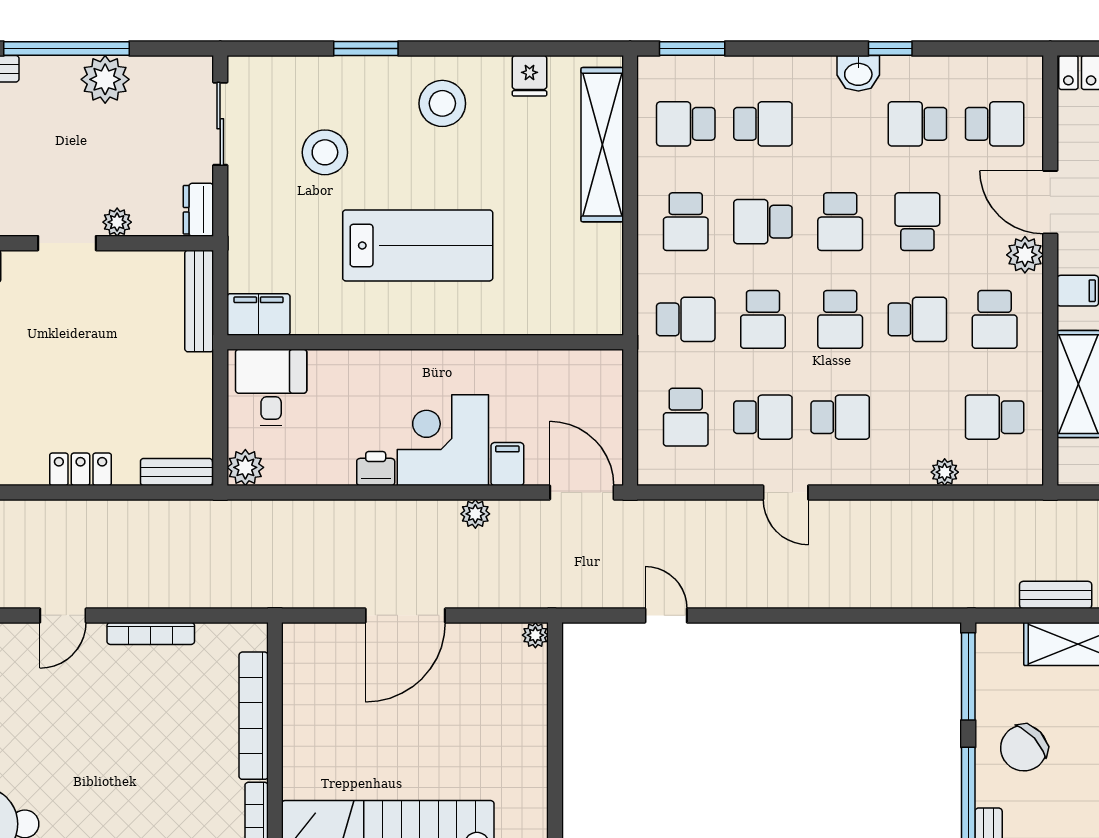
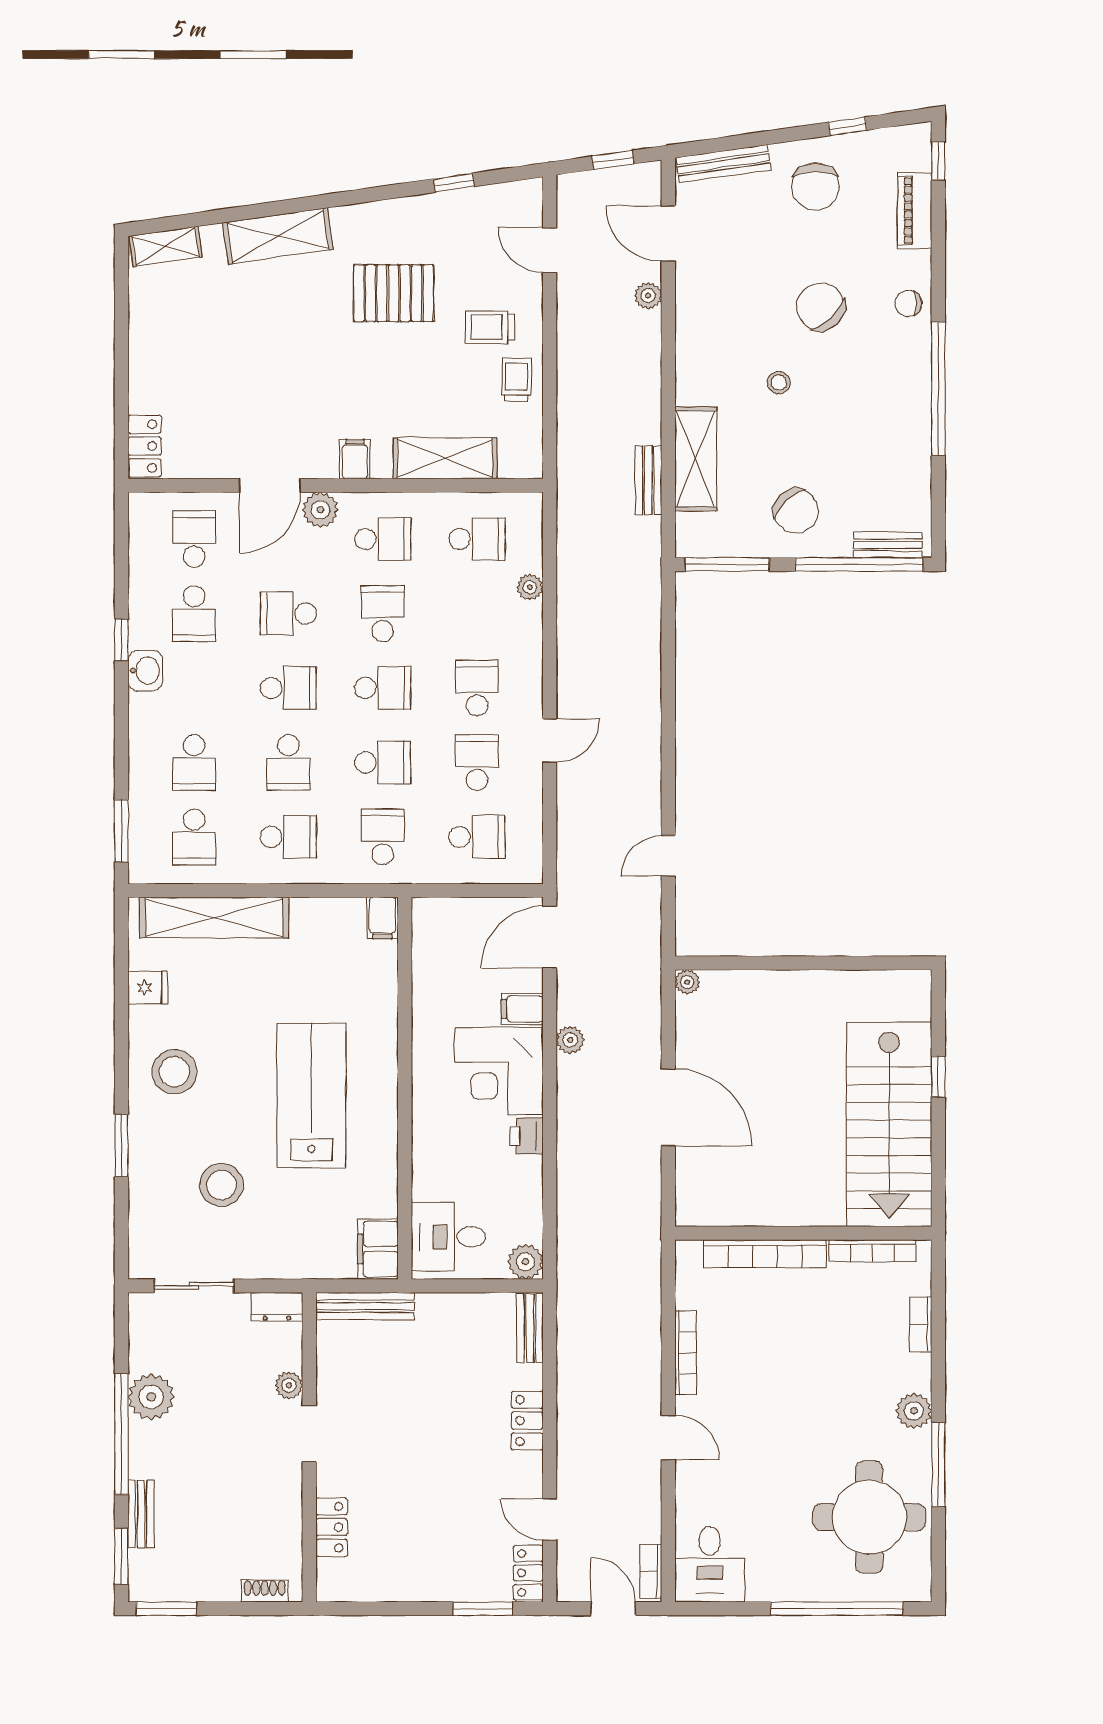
school desk: (763, 124) -> (194, 762), turned 180
filing cabinet: (602, 319) -> (382, 918), added
school desk: (995, 417) -> (477, 539), turned -90

